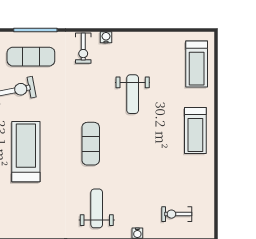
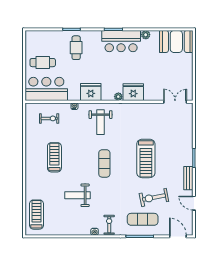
weight bench: (133, 94) -> (78, 195), turned -90
treadmill: (195, 130) -> (54, 157), moved

